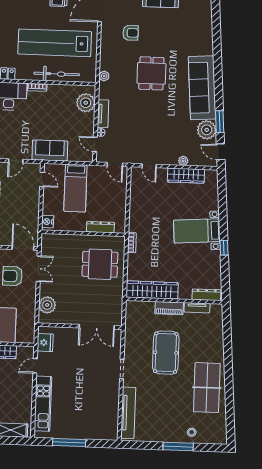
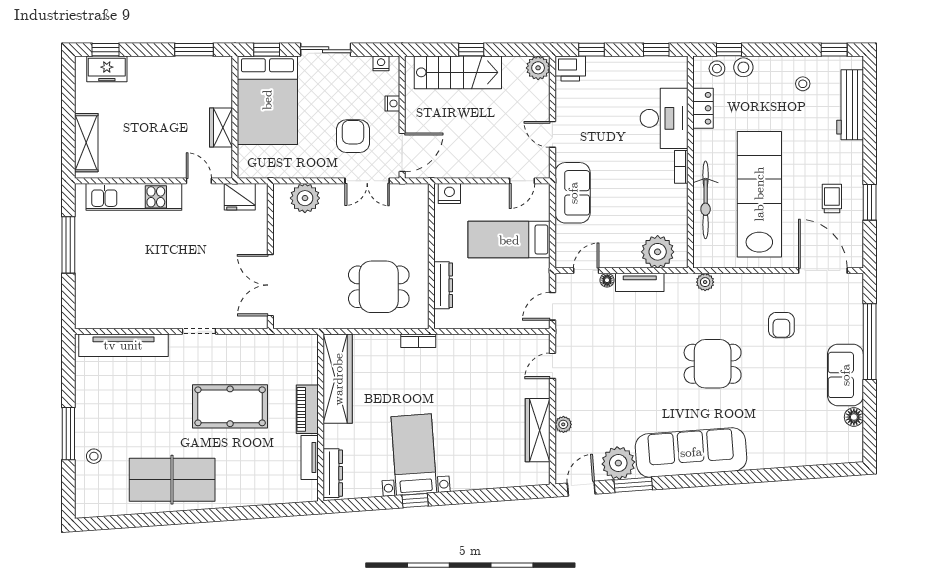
bed with nightstands: (197, 231) -> (414, 455), moved
dining table: (100, 264) -> (379, 287), turned 90

